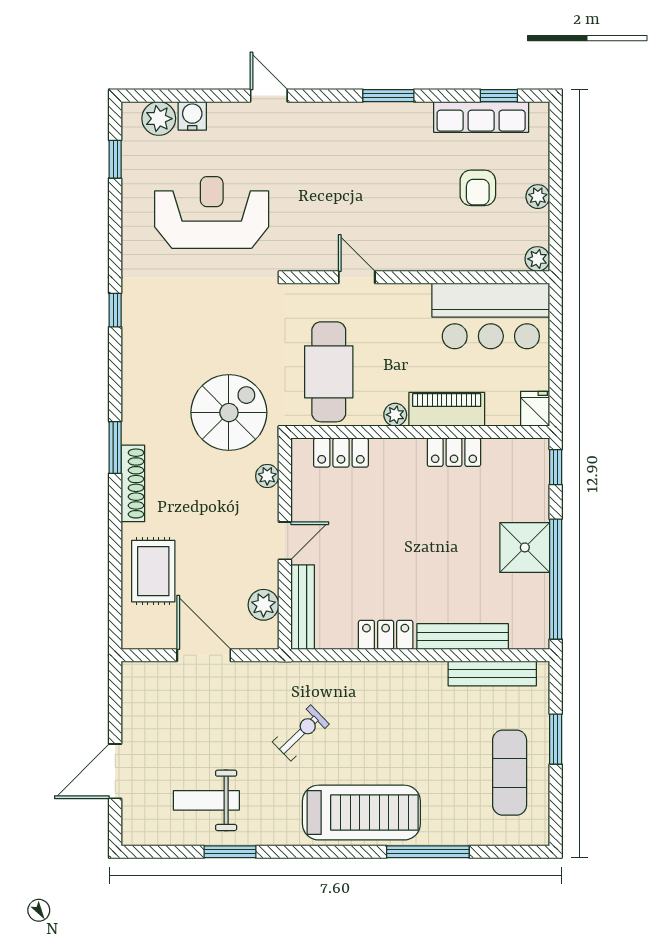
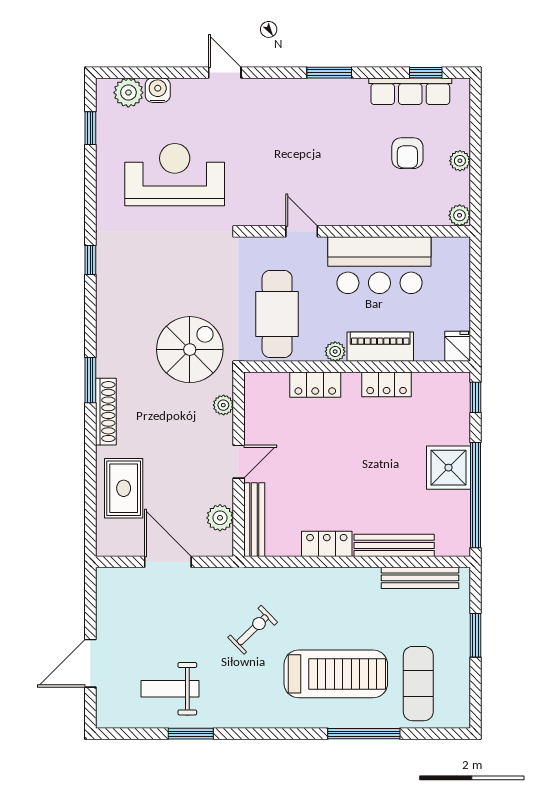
bar counter: (491, 316) -> (379, 265), moved
locker: (341, 453) -> (315, 385), moved
exercise mat: (510, 773) -> (418, 684), moved
treadmill: (361, 813) -> (336, 674), moved

